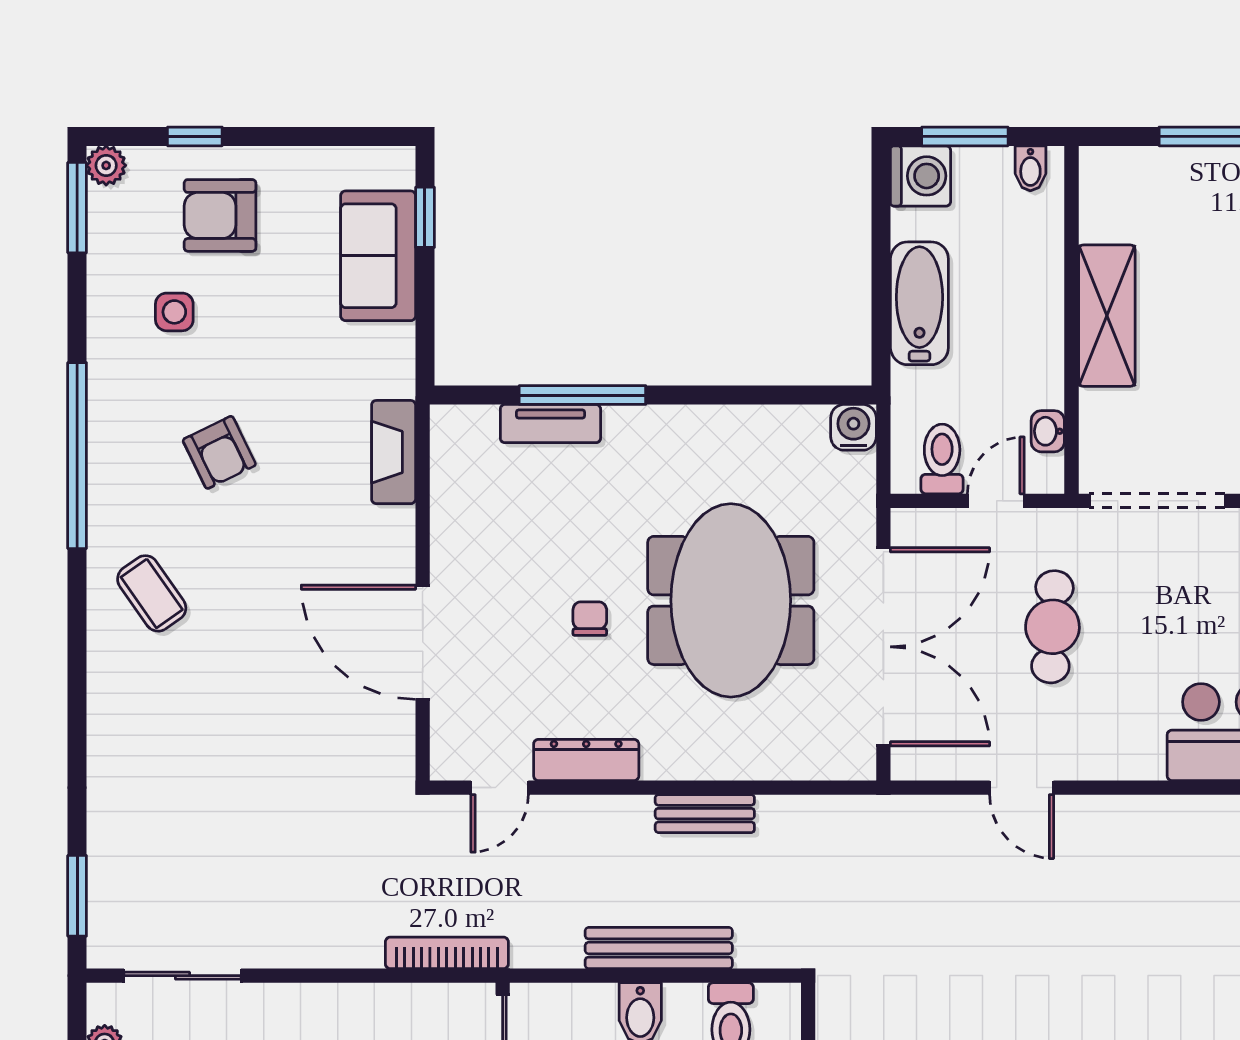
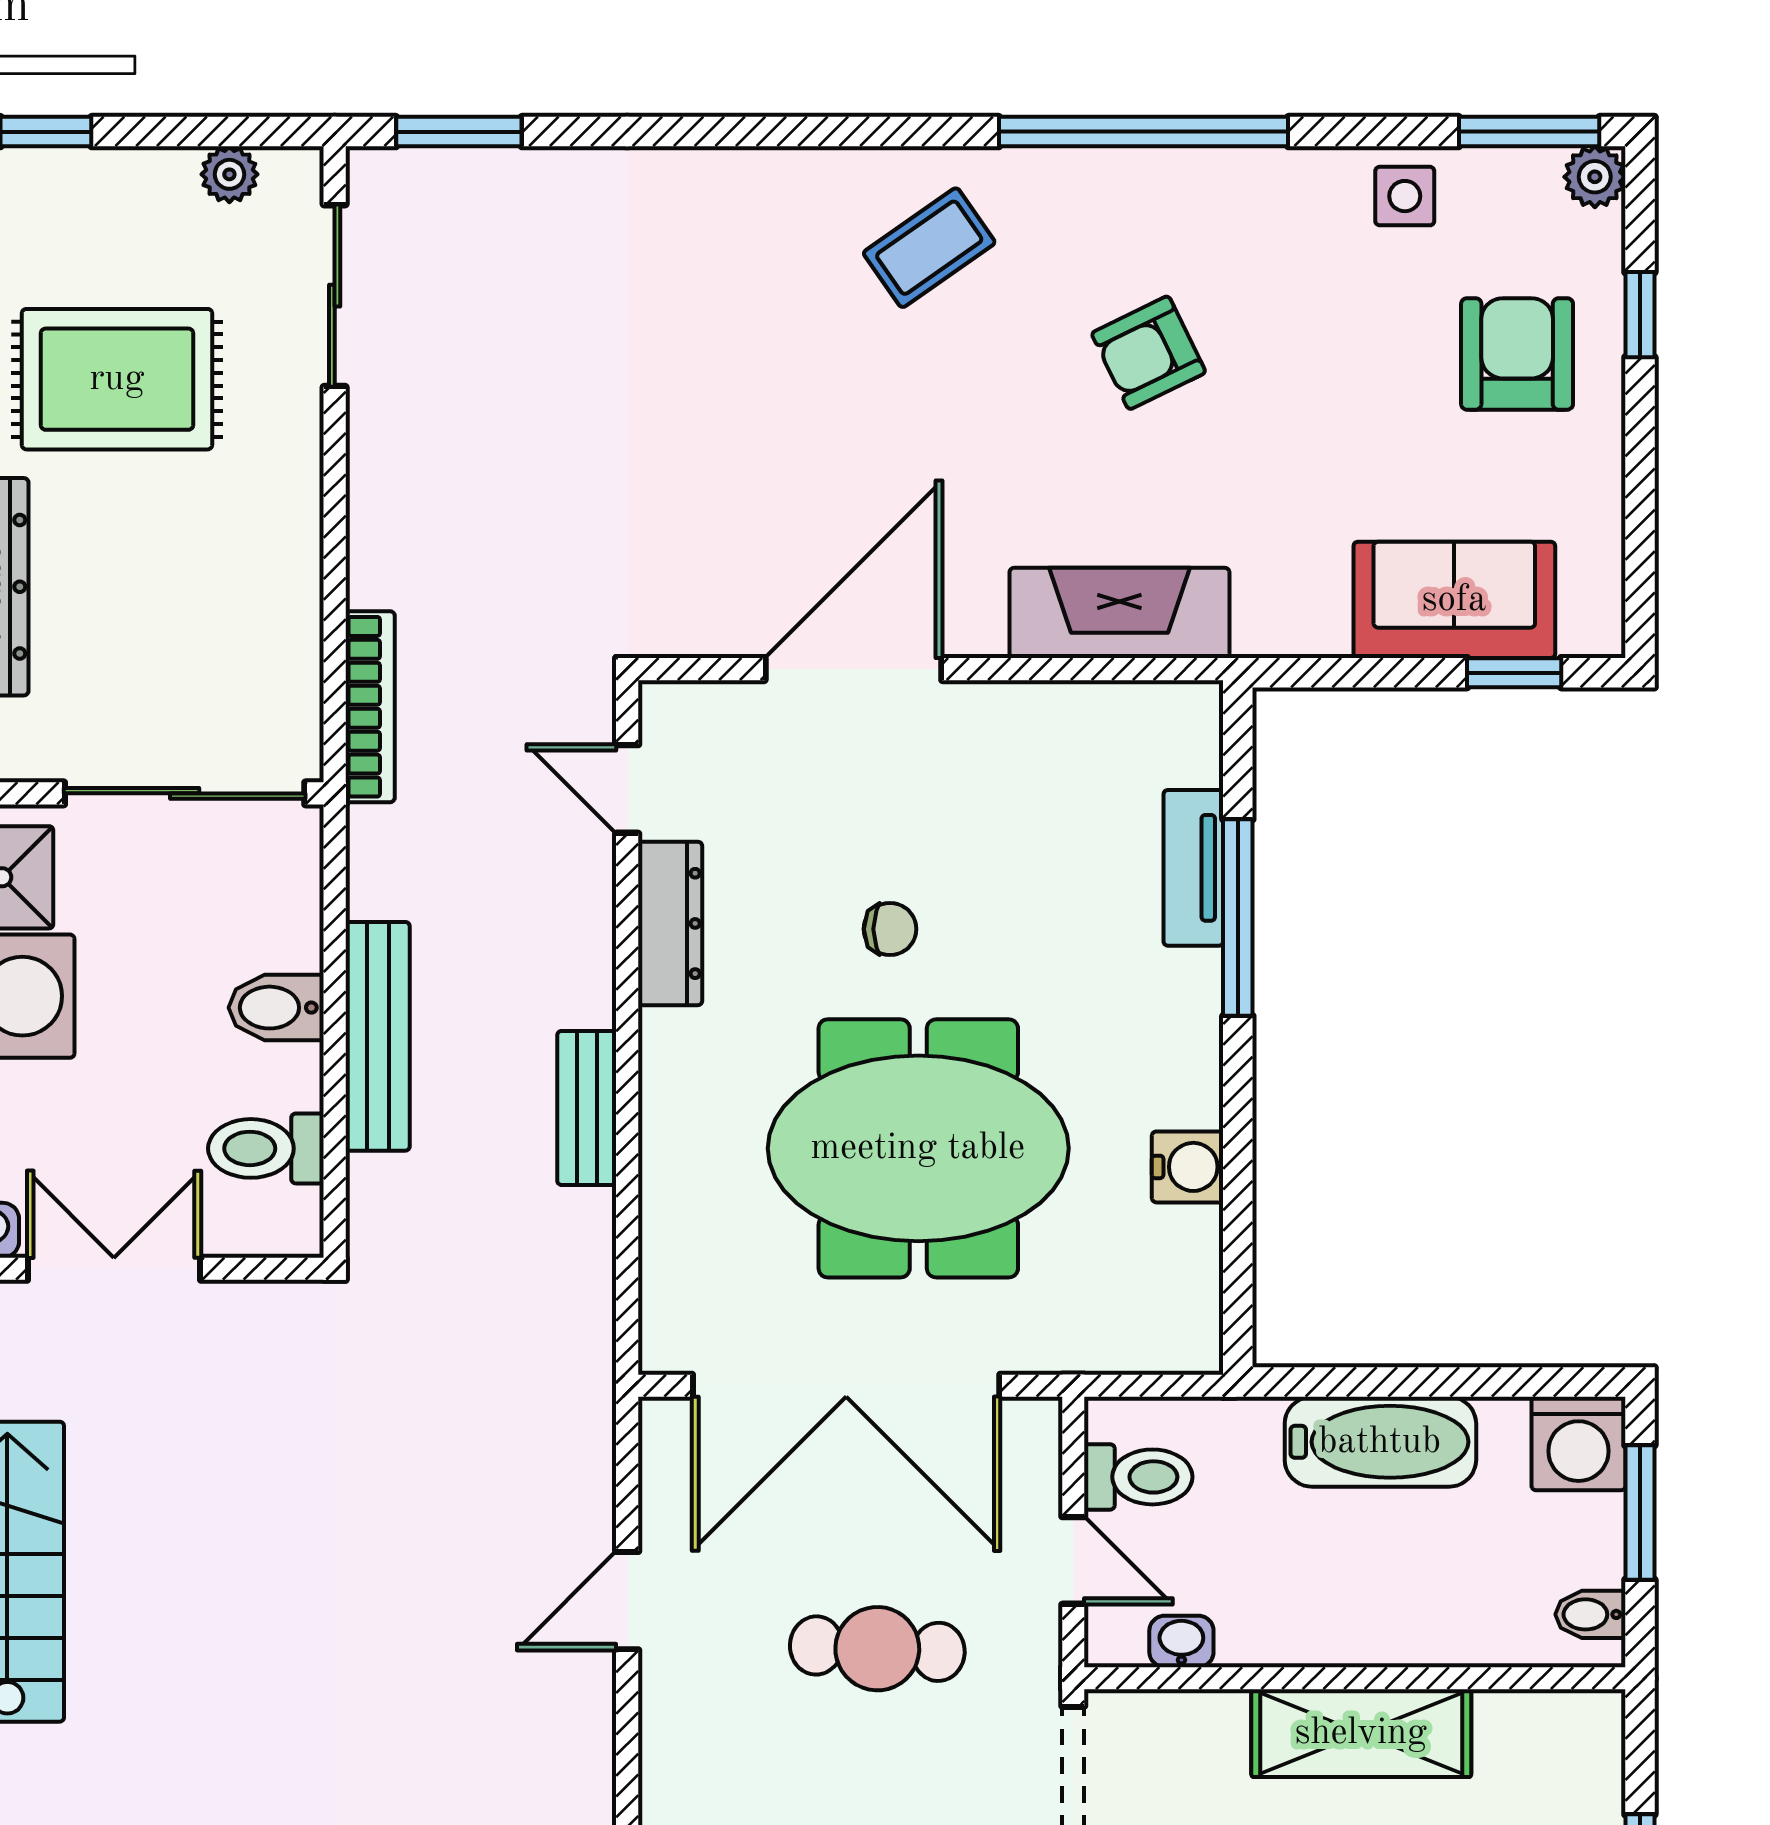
side table: (174, 312) -> (1405, 196), moved
water cooler: (853, 427) -> (1188, 1167), moved
fireplace: (394, 452) -> (1119, 613), width x1.37, depth x1.32

